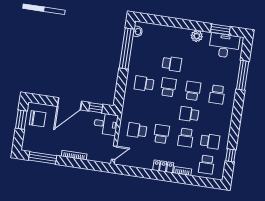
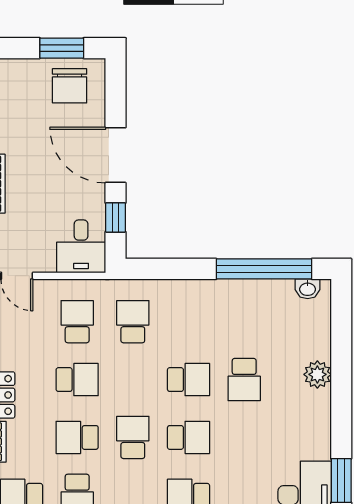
plant: (197, 36) -> (317, 374), moved
school desk: (144, 84) -> (133, 322), moved

